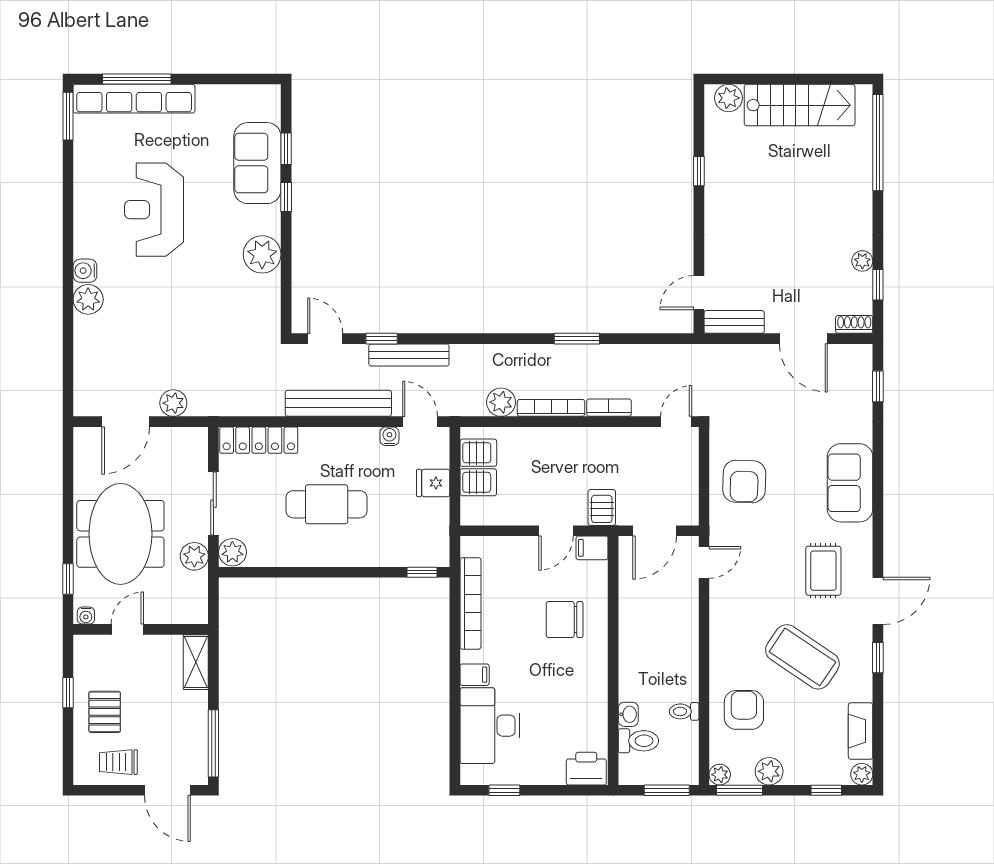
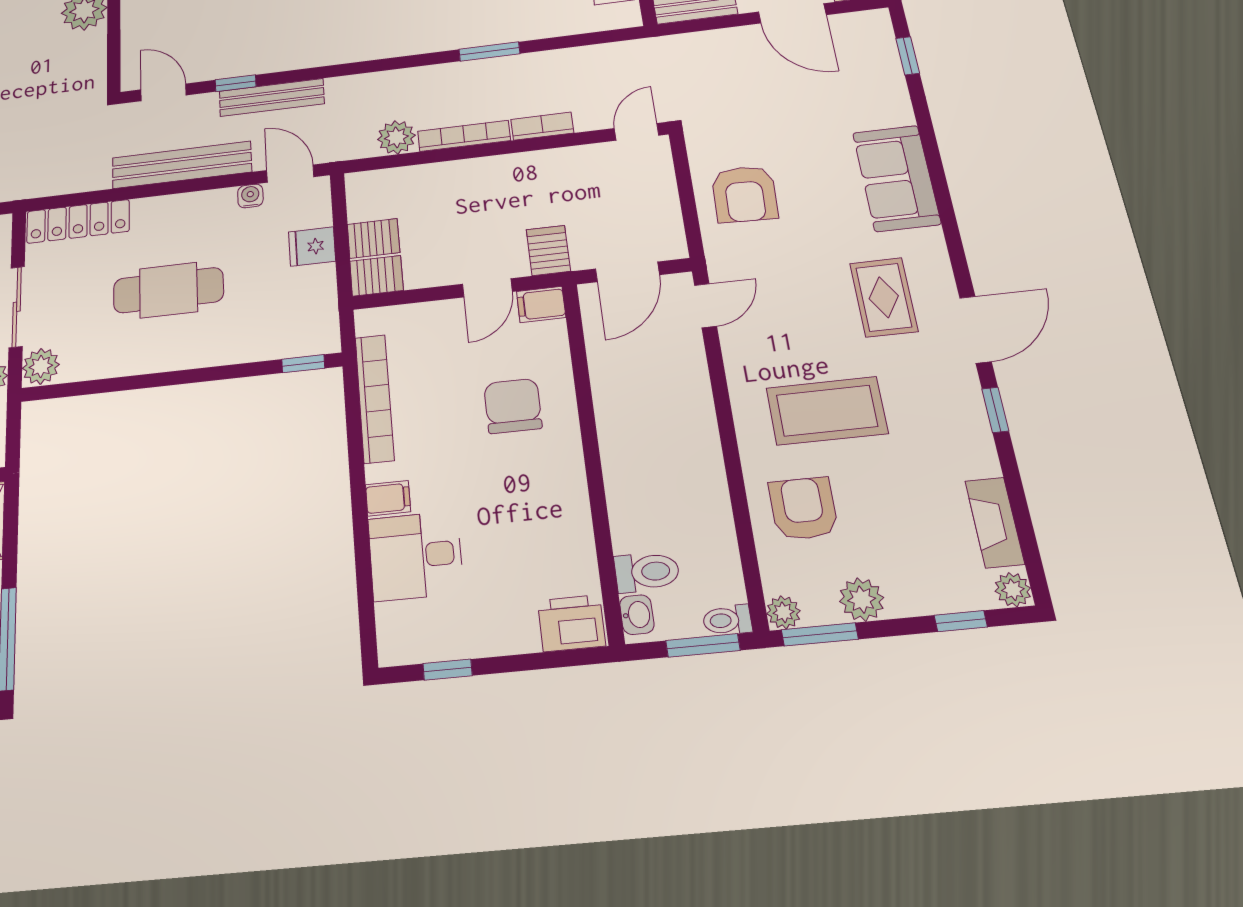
server rack: (478, 453) -> (376, 276), moved
chair: (565, 620) -> (513, 406), turned 90
coffee table: (802, 657) -> (827, 411), moved, turned -34
toilet: (684, 711) -> (727, 620), moved
washbasin: (628, 714) -> (637, 615), moved
desk: (490, 726) -> (416, 556), width x0.73

